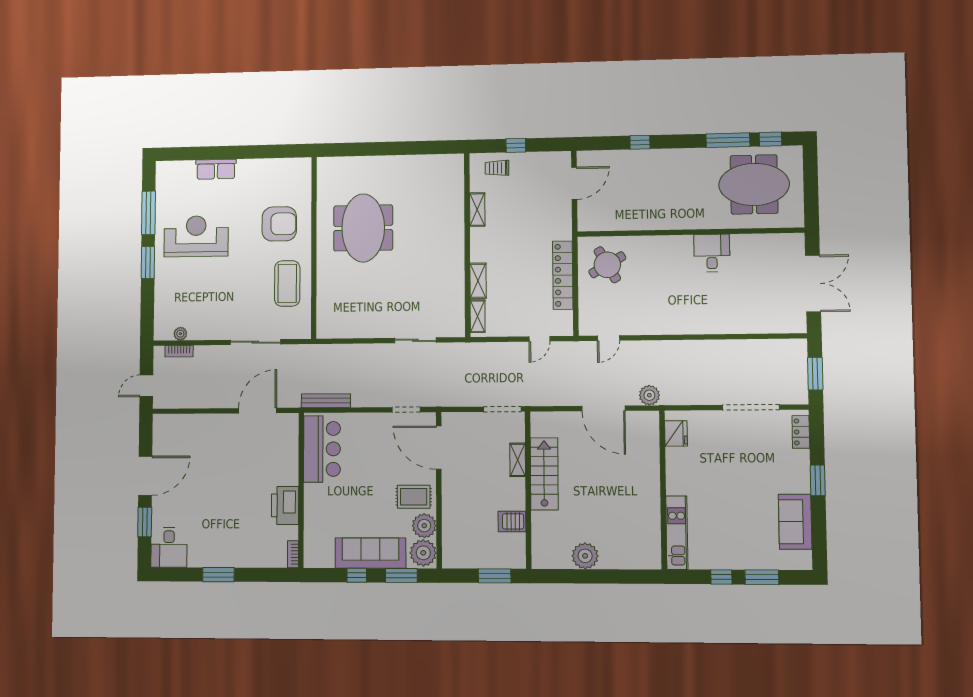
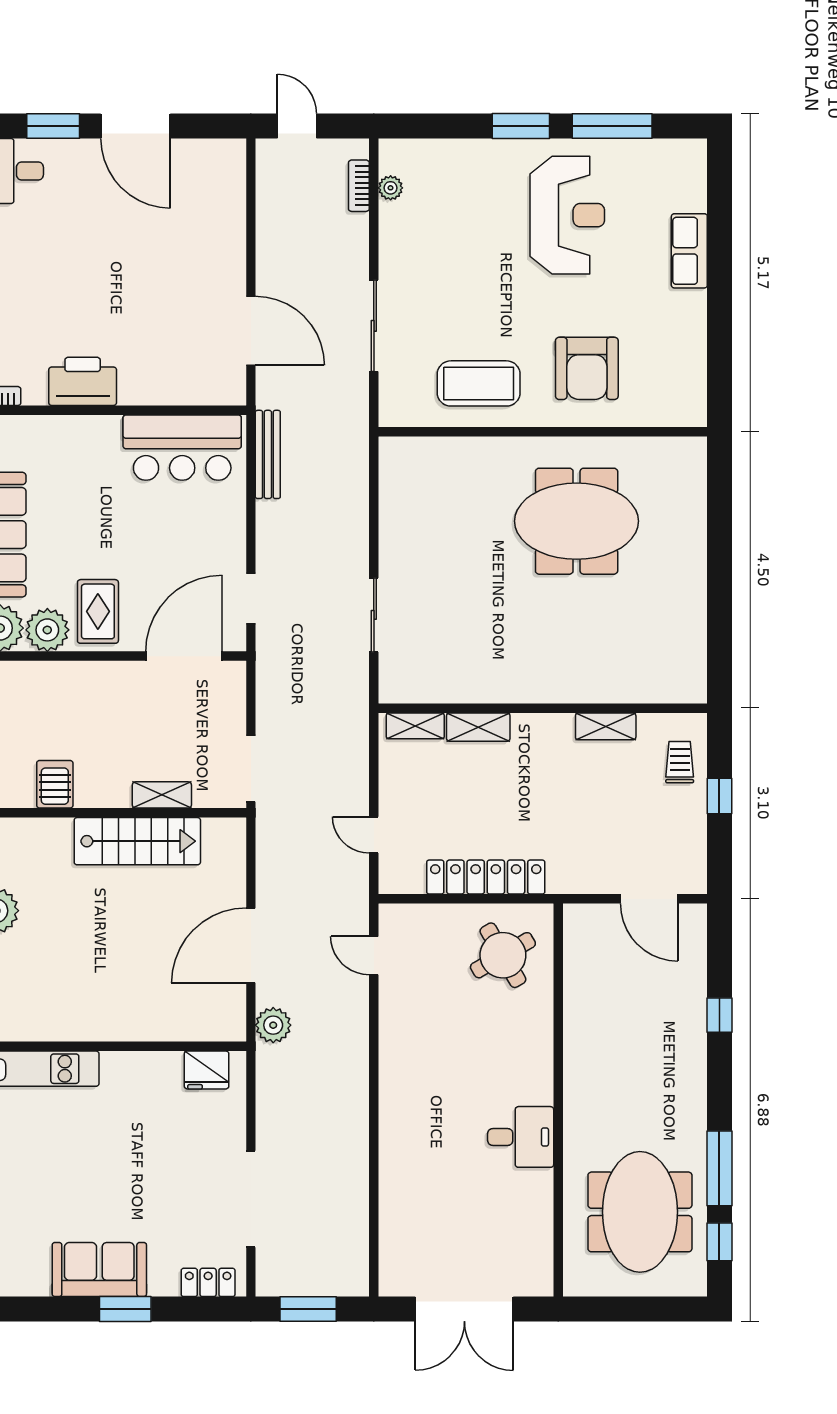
sofa: (795, 522) -> (99, 1270), moved

